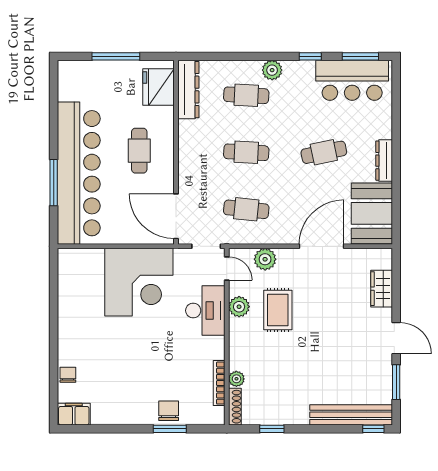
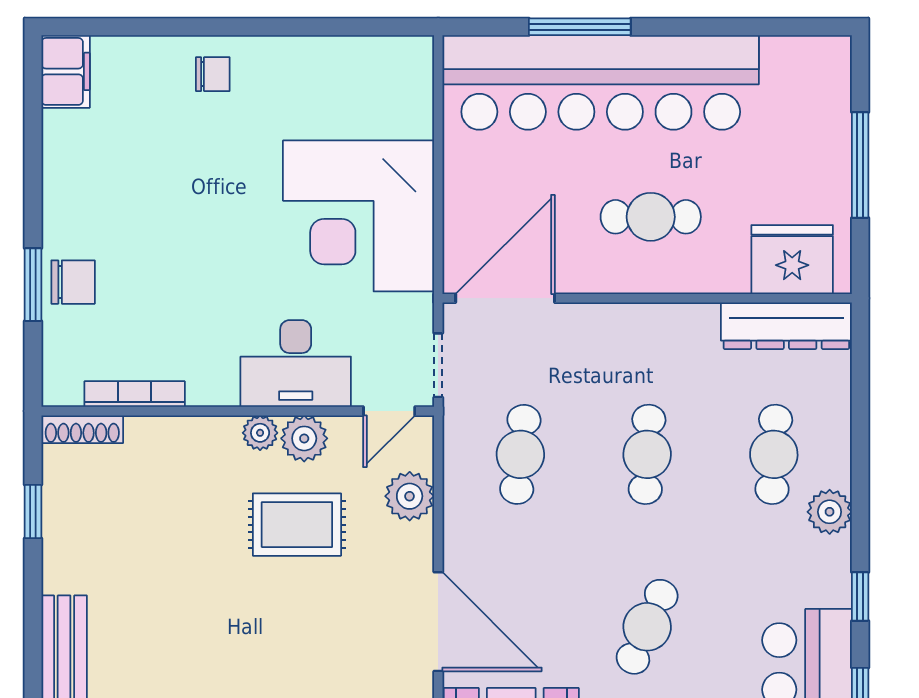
cafe table: (324, 152) -> (647, 627), turned 36
chair: (68, 375) -> (213, 74), moved
plant: (236, 379) -> (260, 433), moved

